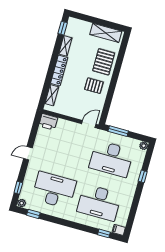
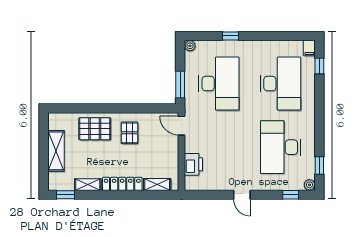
shelving: (106, 33) -> (56, 151), moved
printer: (48, 122) -> (193, 164), moved

